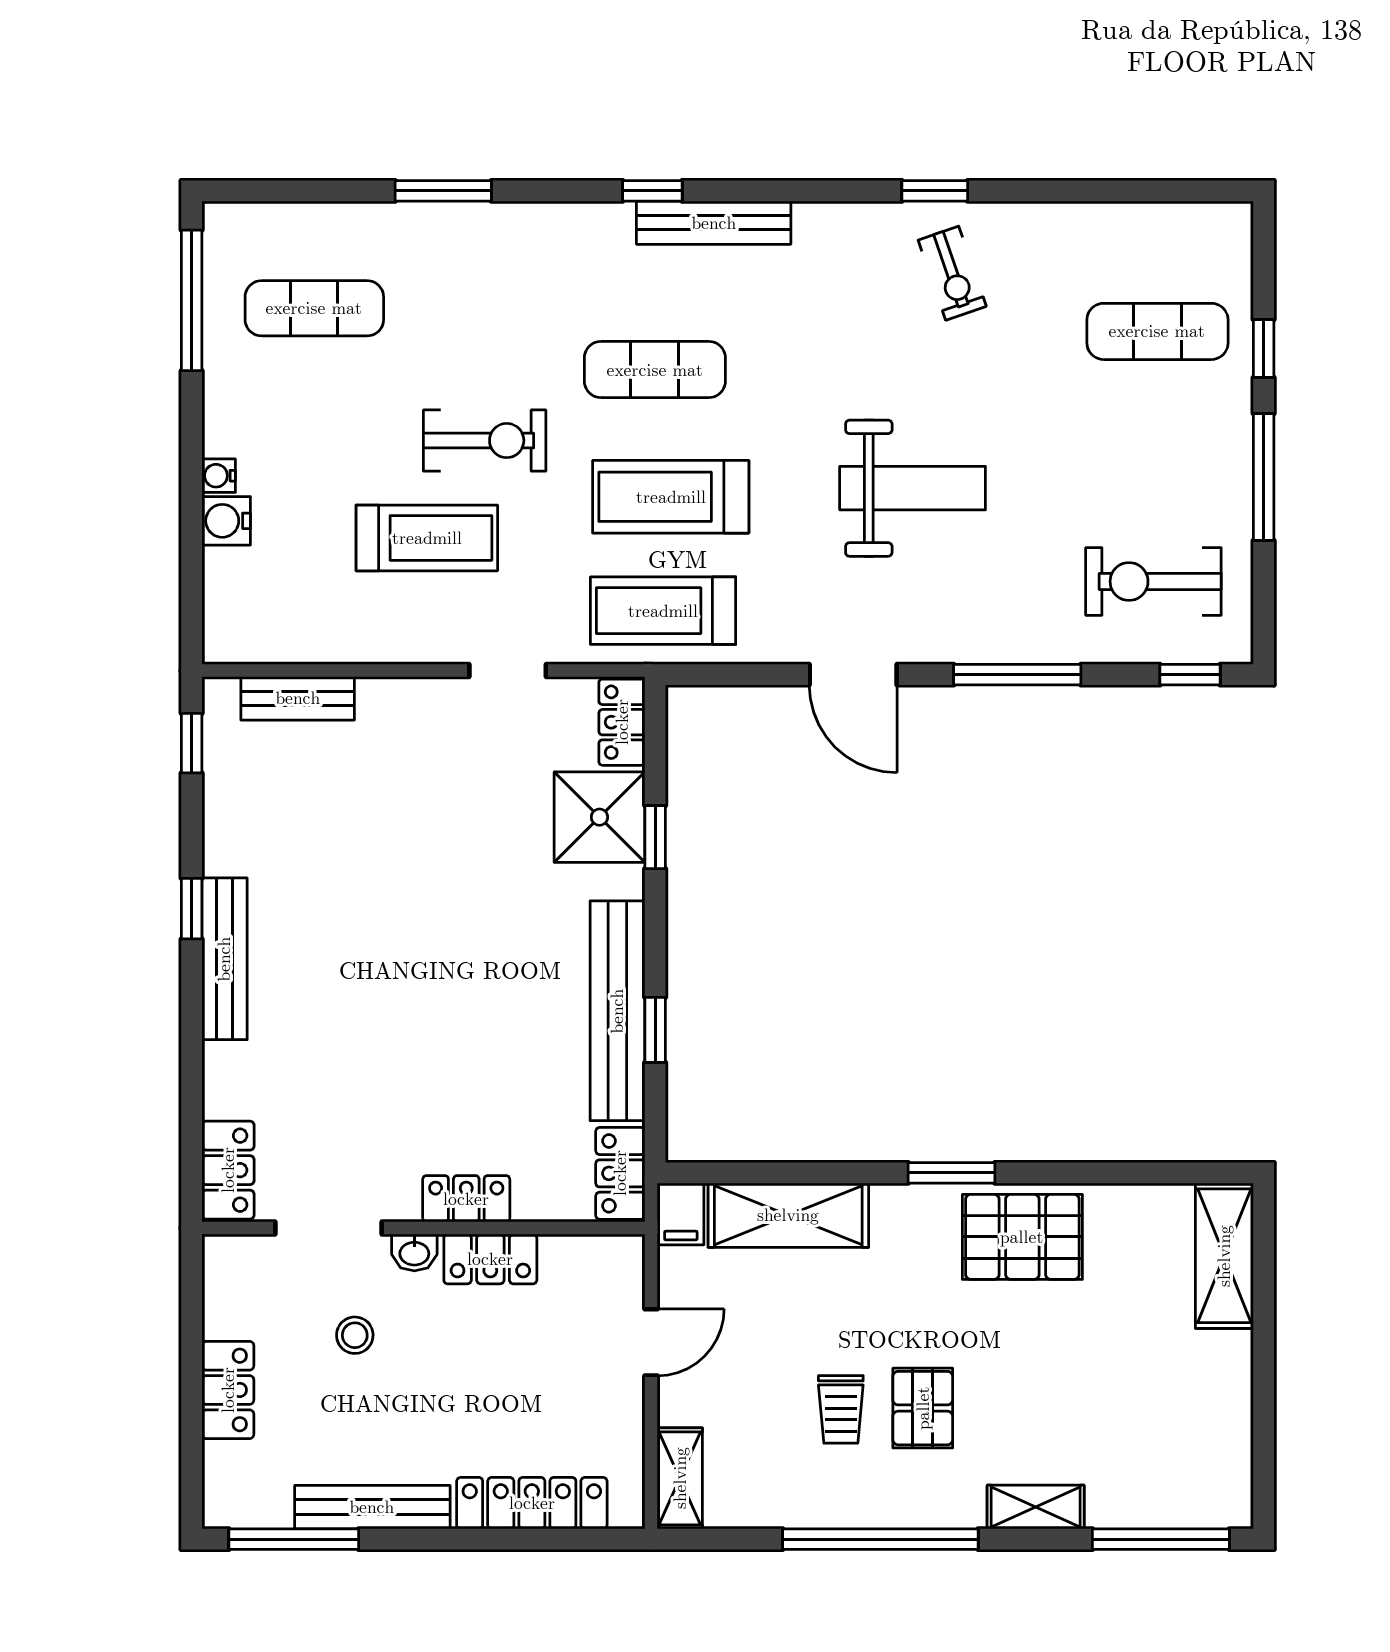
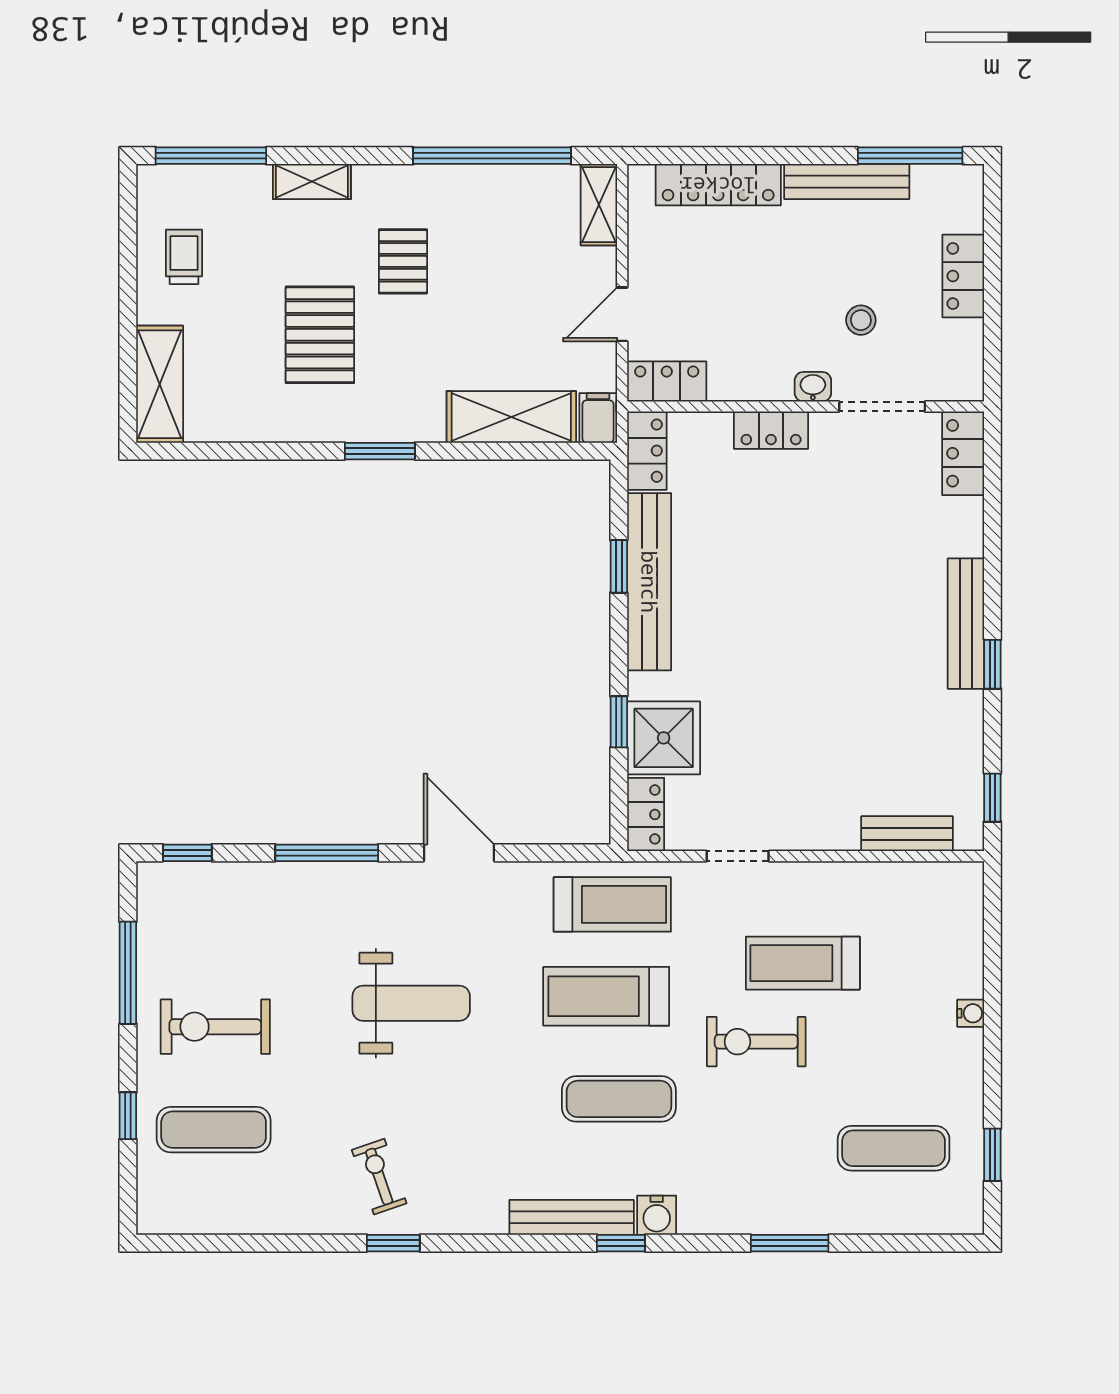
window: (192, 300) -> (992, 1155), width x0.46
window: (1264, 477) -> (128, 973), moved
weight bench: (913, 488) -> (411, 1003), turned 180
treadmill: (671, 497) -> (606, 996), turned 180
water cooler: (226, 521) -> (657, 1215), moved, turned 90
exercise bike: (1153, 581) -> (215, 1027), moved, turned 180
pallet: (1022, 1237) -> (320, 335), moved, turned 90
locker: (490, 1259) -> (667, 382), moved
trolley: (841, 1409) -> (184, 257), moved
window: (880, 1539) -> (492, 156), moved

